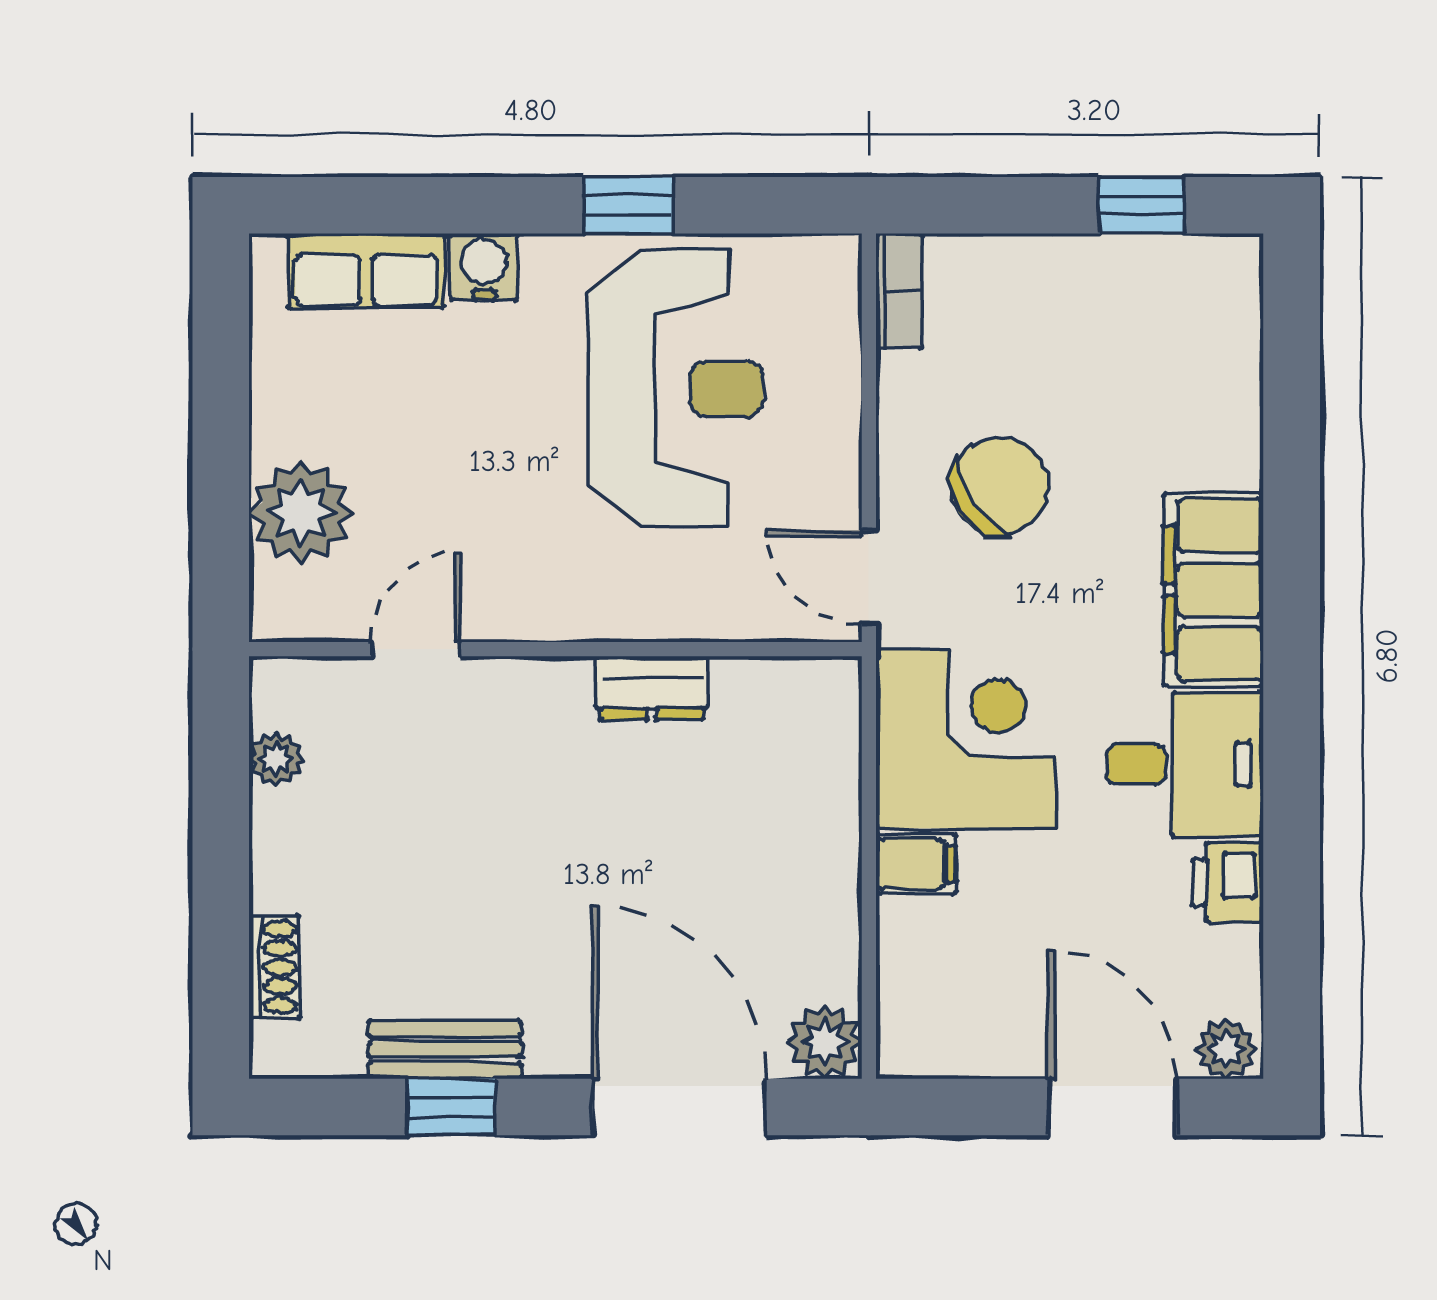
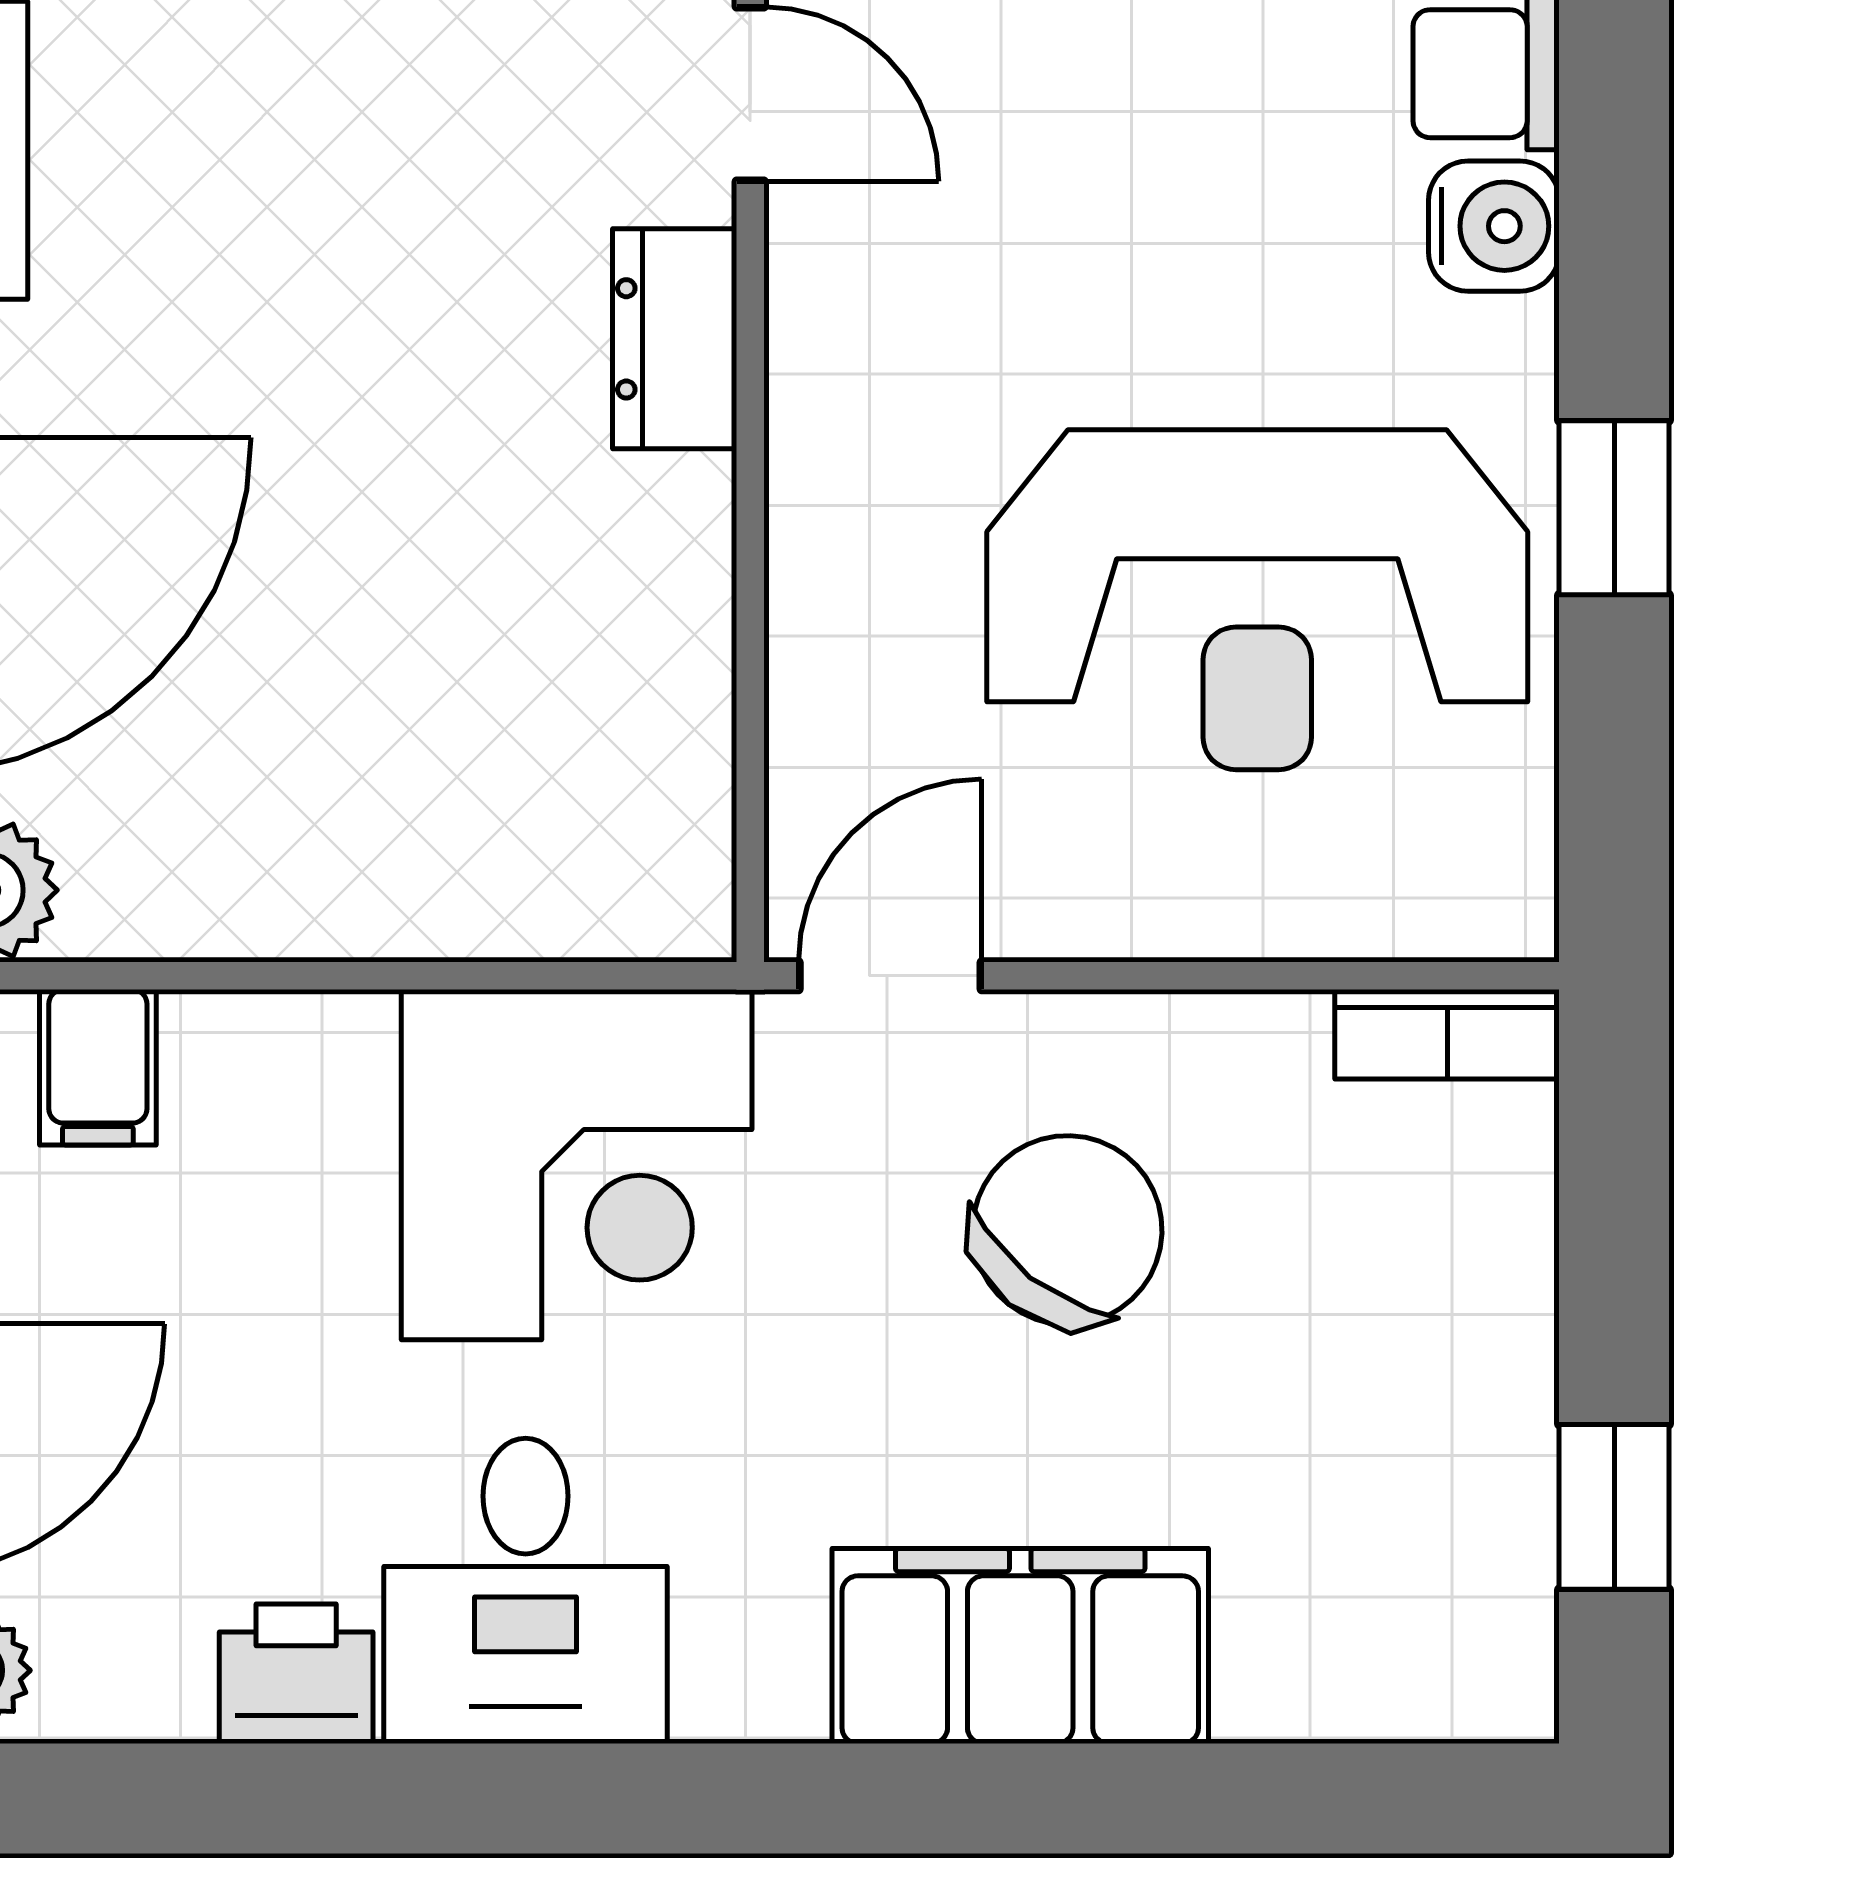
chair: (1000, 486) -> (1067, 1230), turned -109
filing cabinet: (1213, 590) -> (1020, 1646), moved
dresser: (652, 688) -> (675, 339), moved
filing cabinet: (916, 864) -> (98, 1067), moved

